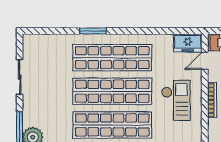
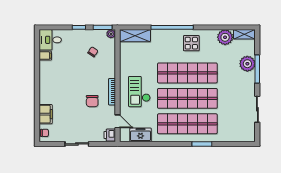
freezer: (188, 43) -> (140, 135), moved
door: (205, 61) -> (117, 121), hinge flipped

